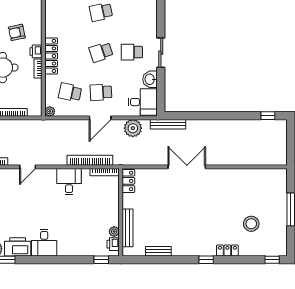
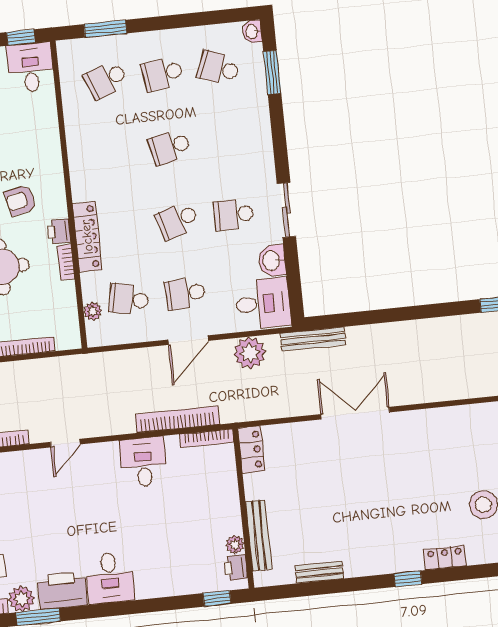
plant: (50, 111) -> (93, 311), moved

